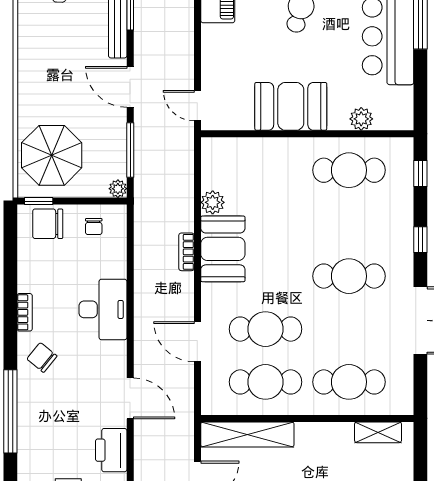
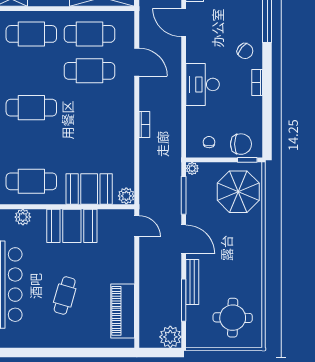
plant: (213, 202) -> (126, 196), moved
booth: (223, 249) -> (89, 189), moved, turned 90

